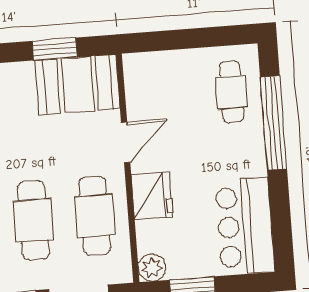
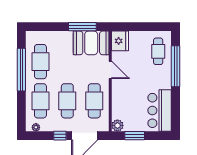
window: (55, 49) -> (82, 27), width x1.44
door: (126, 142) -> (110, 70), hinge flipped
fridge: (152, 196) -> (120, 41), moved

